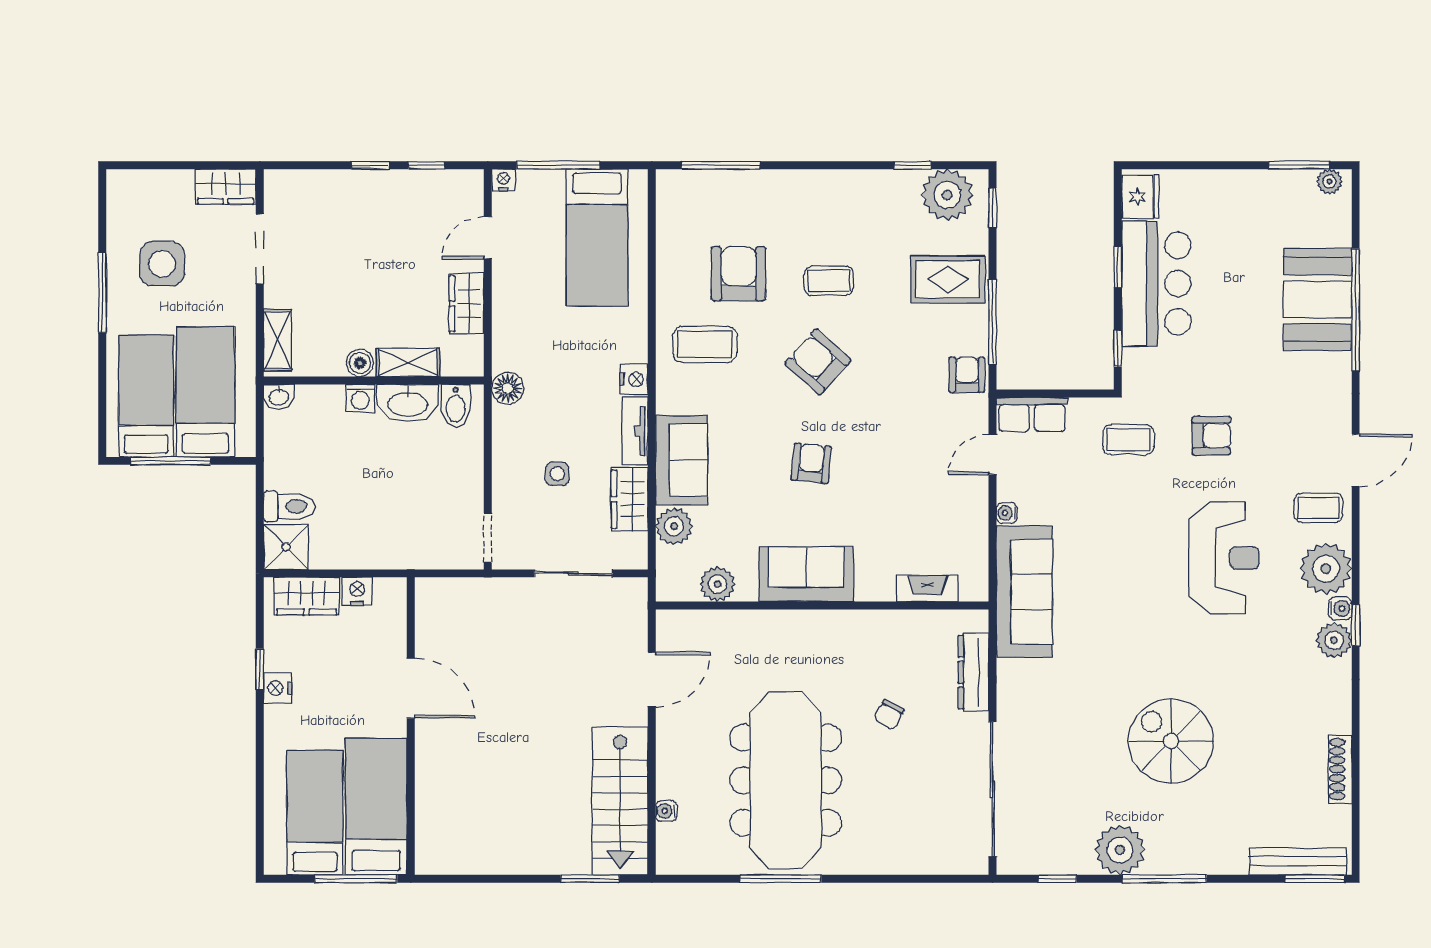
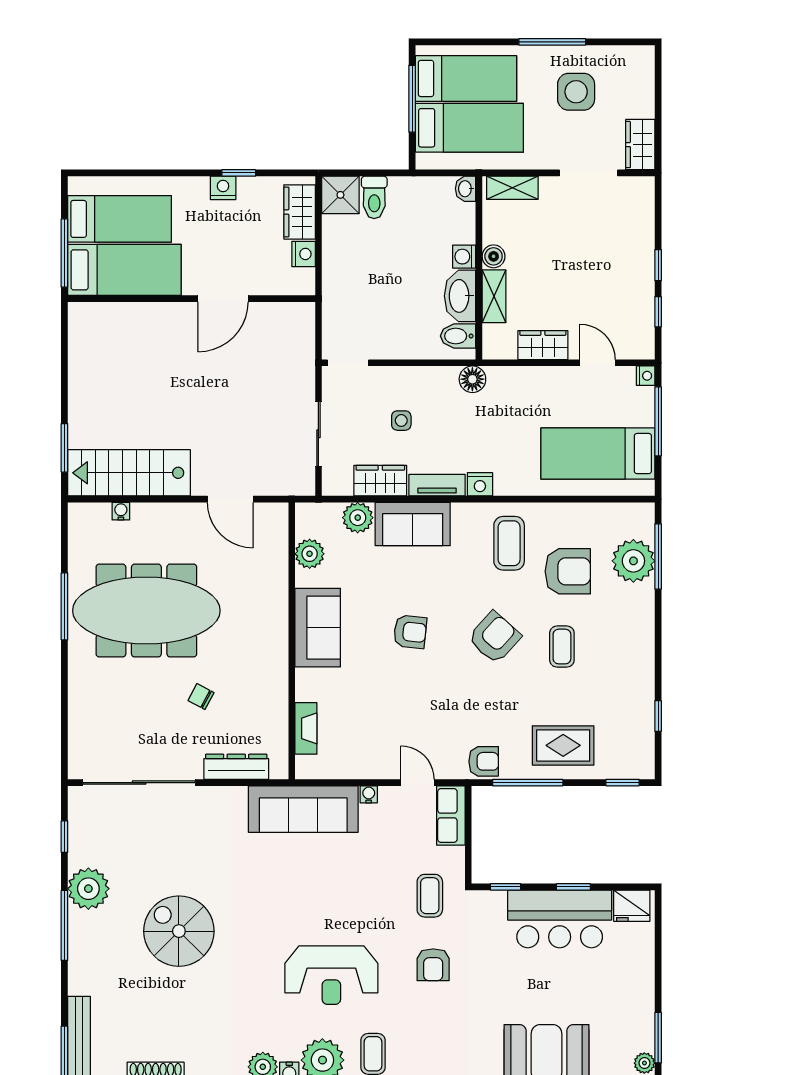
plant: (947, 195) -> (633, 561), moved
rug: (948, 279) -> (563, 745), turned 90
spiral stairs: (1171, 741) -> (179, 931), turned -90

